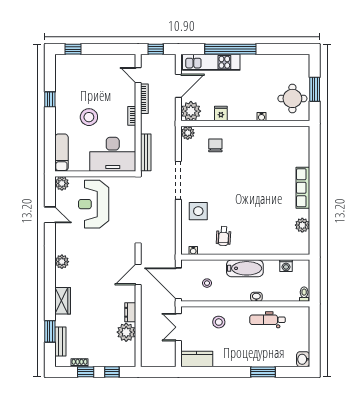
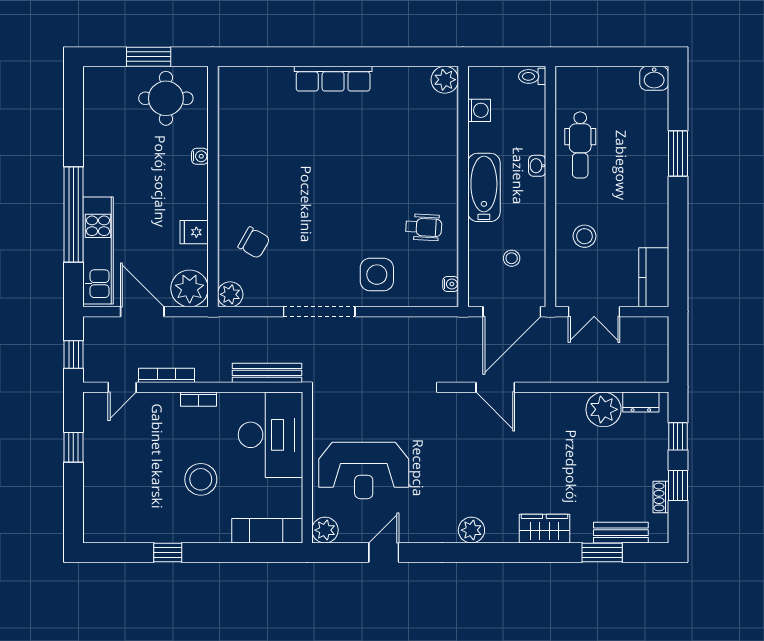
window: (73, 49) -> (73, 447), moved
chair: (215, 145) -> (254, 243), turned -150
plant: (302, 225) -> (445, 80), moved
dresser: (130, 312) -> (641, 402), moved

